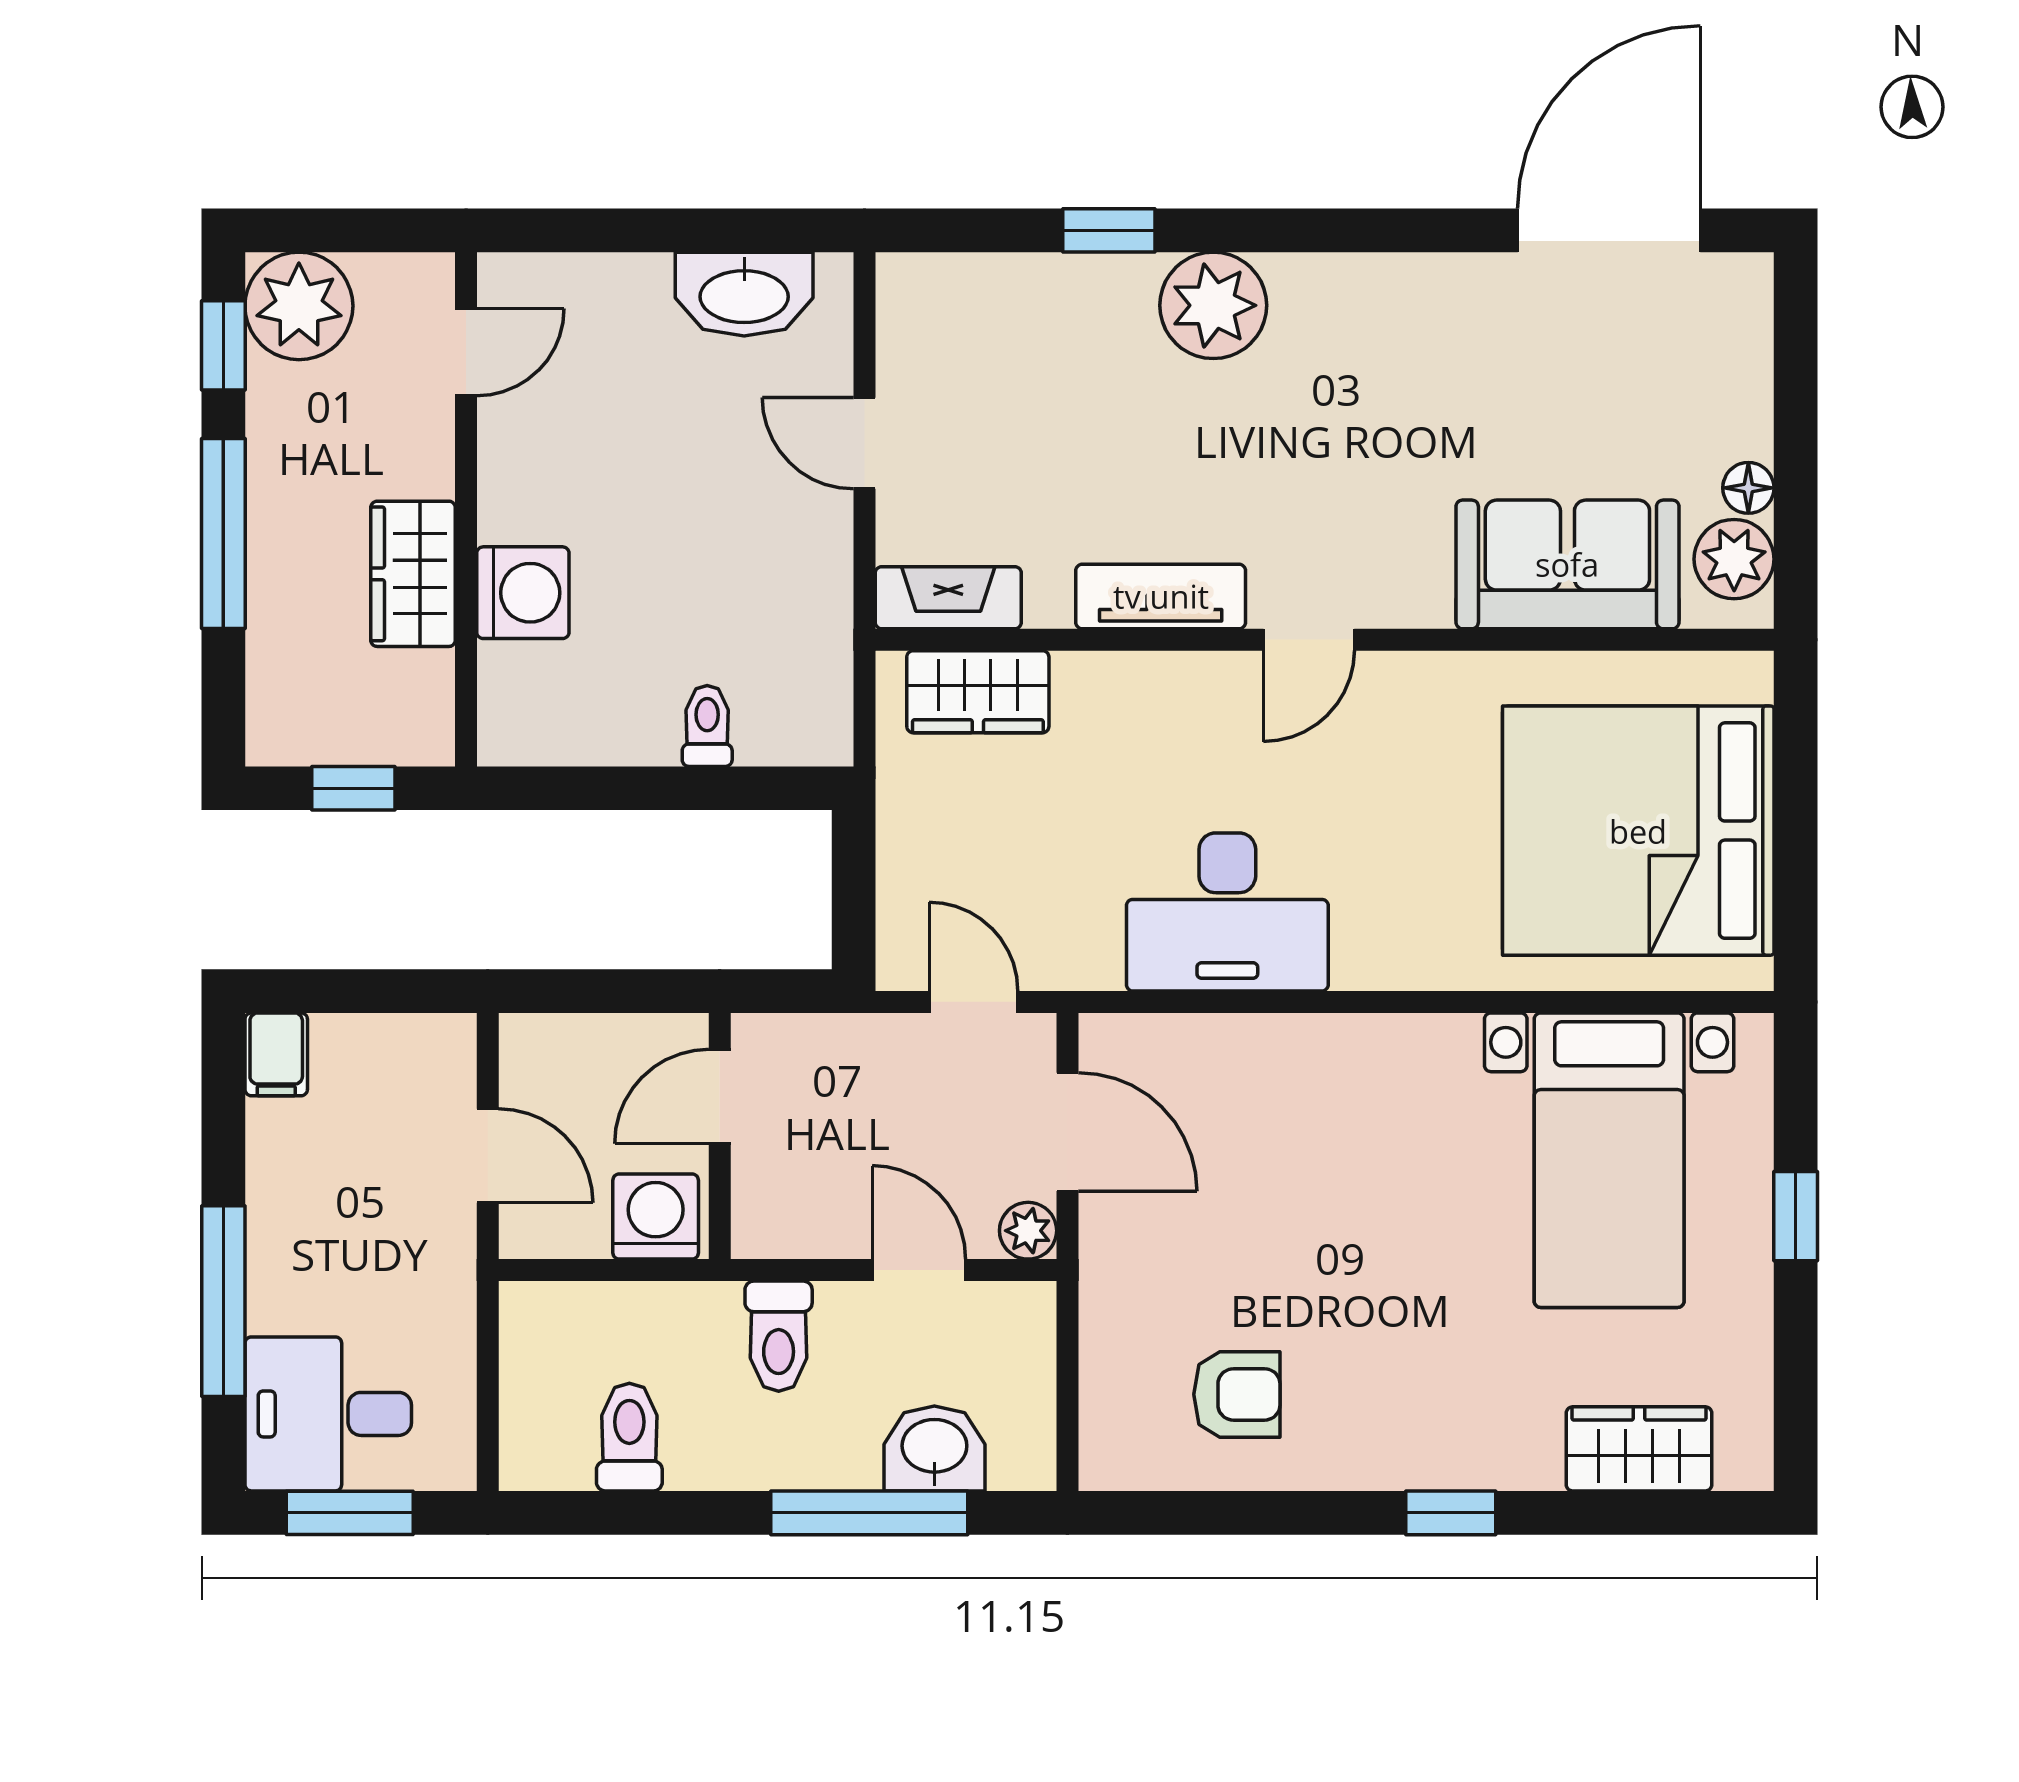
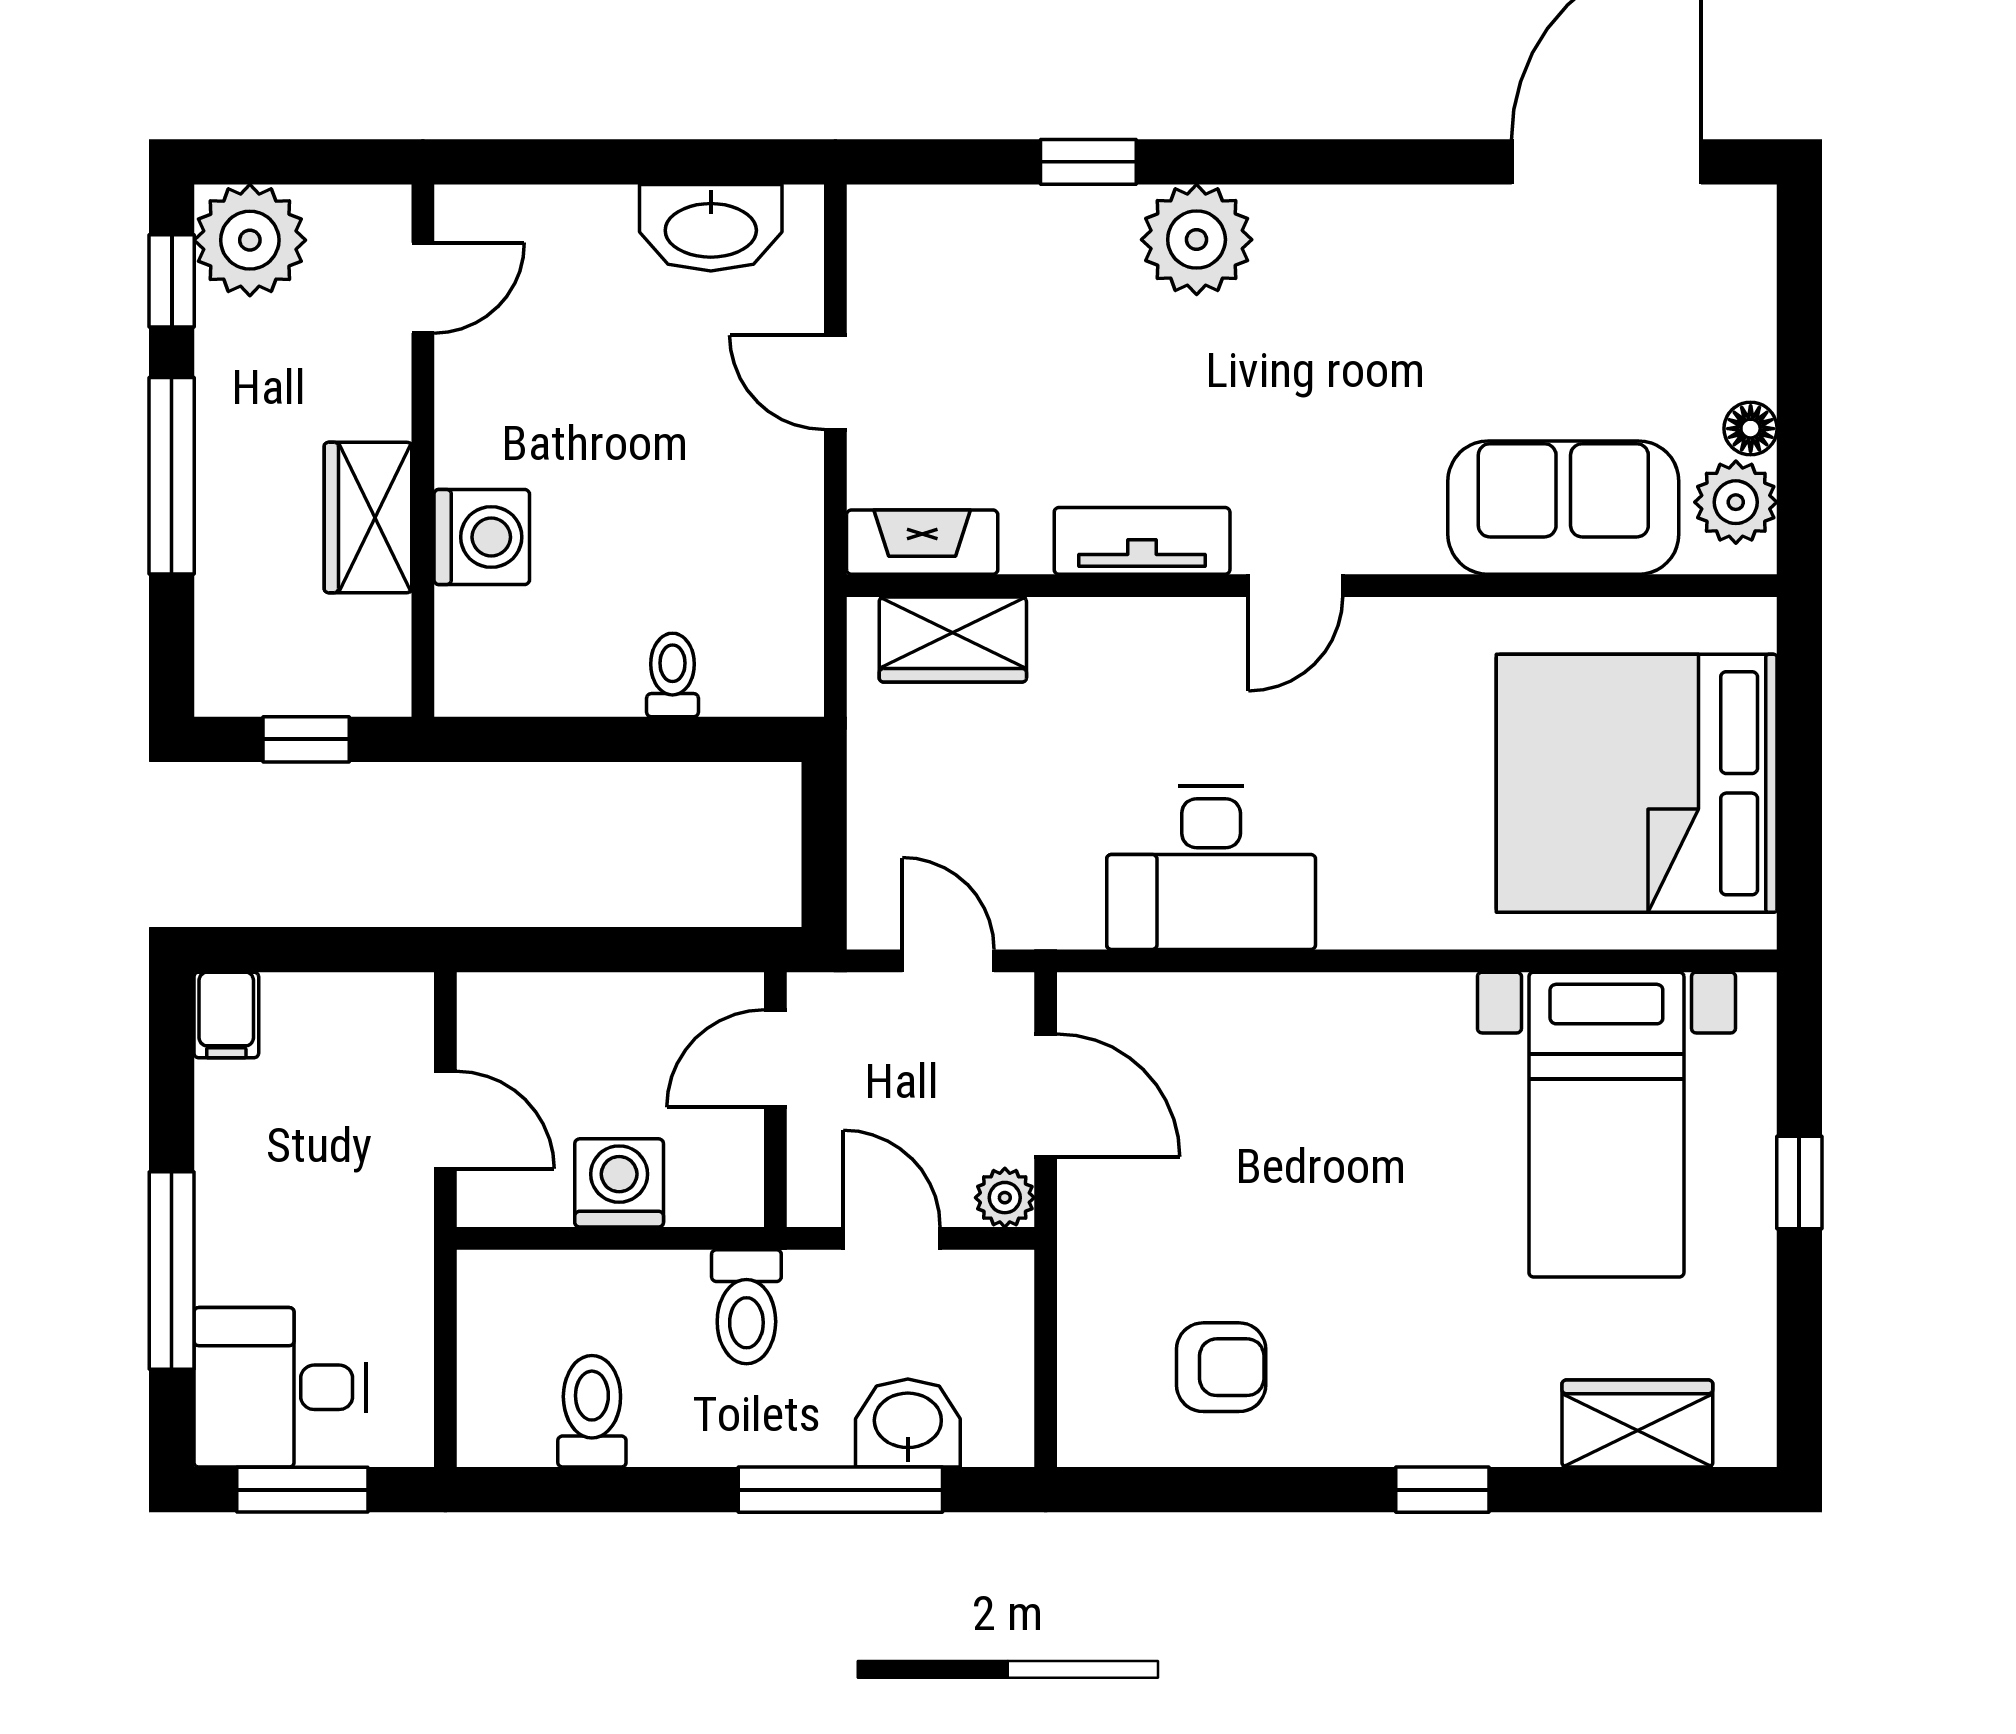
door: (720, 1097) -> (775, 1059), moved
wall: (720, 1136) -> (775, 1100), moved

